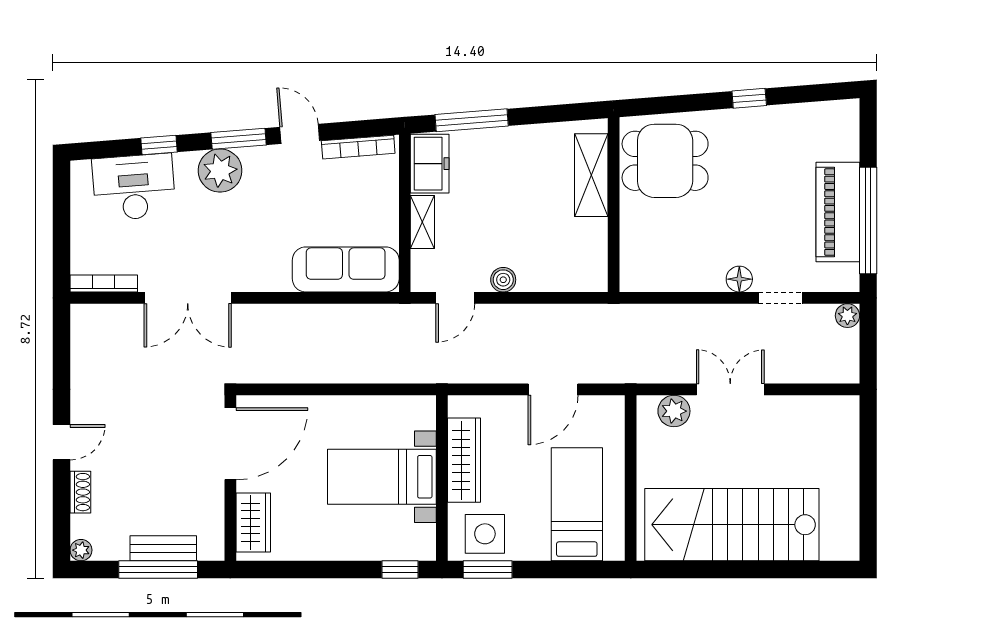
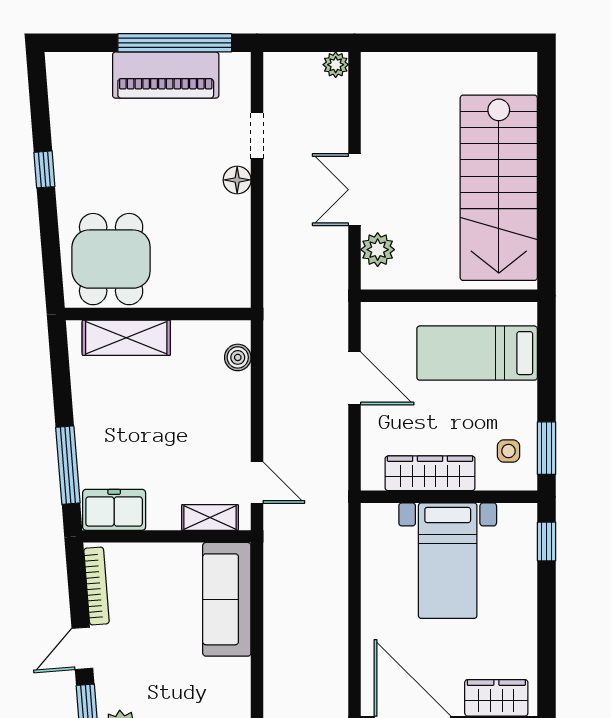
shelving: (422, 222) -> (210, 518), moved
boiler: (503, 280) -> (238, 357), moved
plant: (847, 316) -> (336, 65), moved
side table: (485, 534) -> (508, 451), width x0.54, depth x0.54

